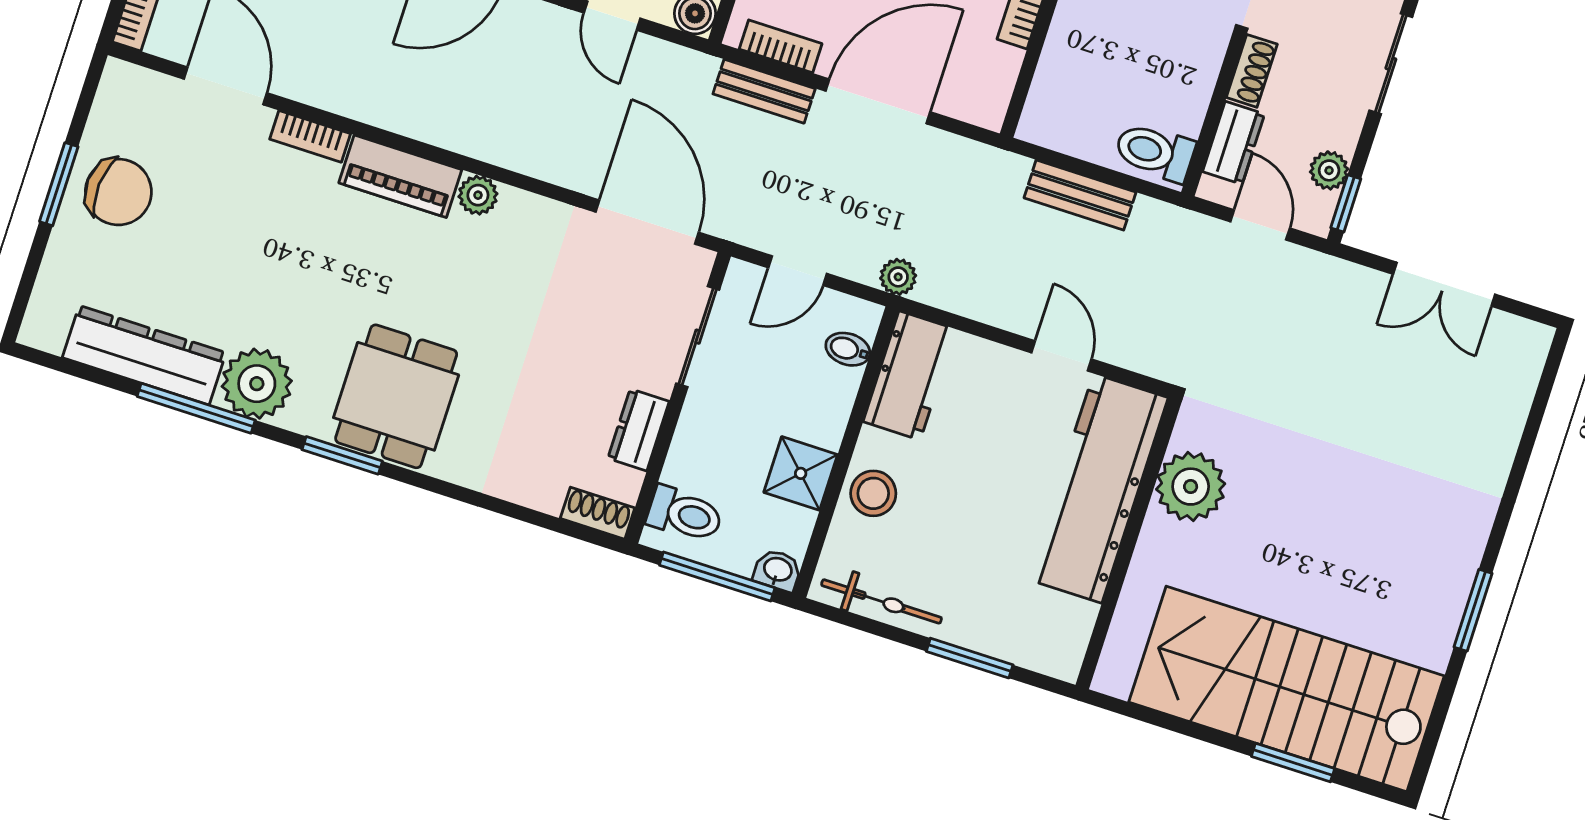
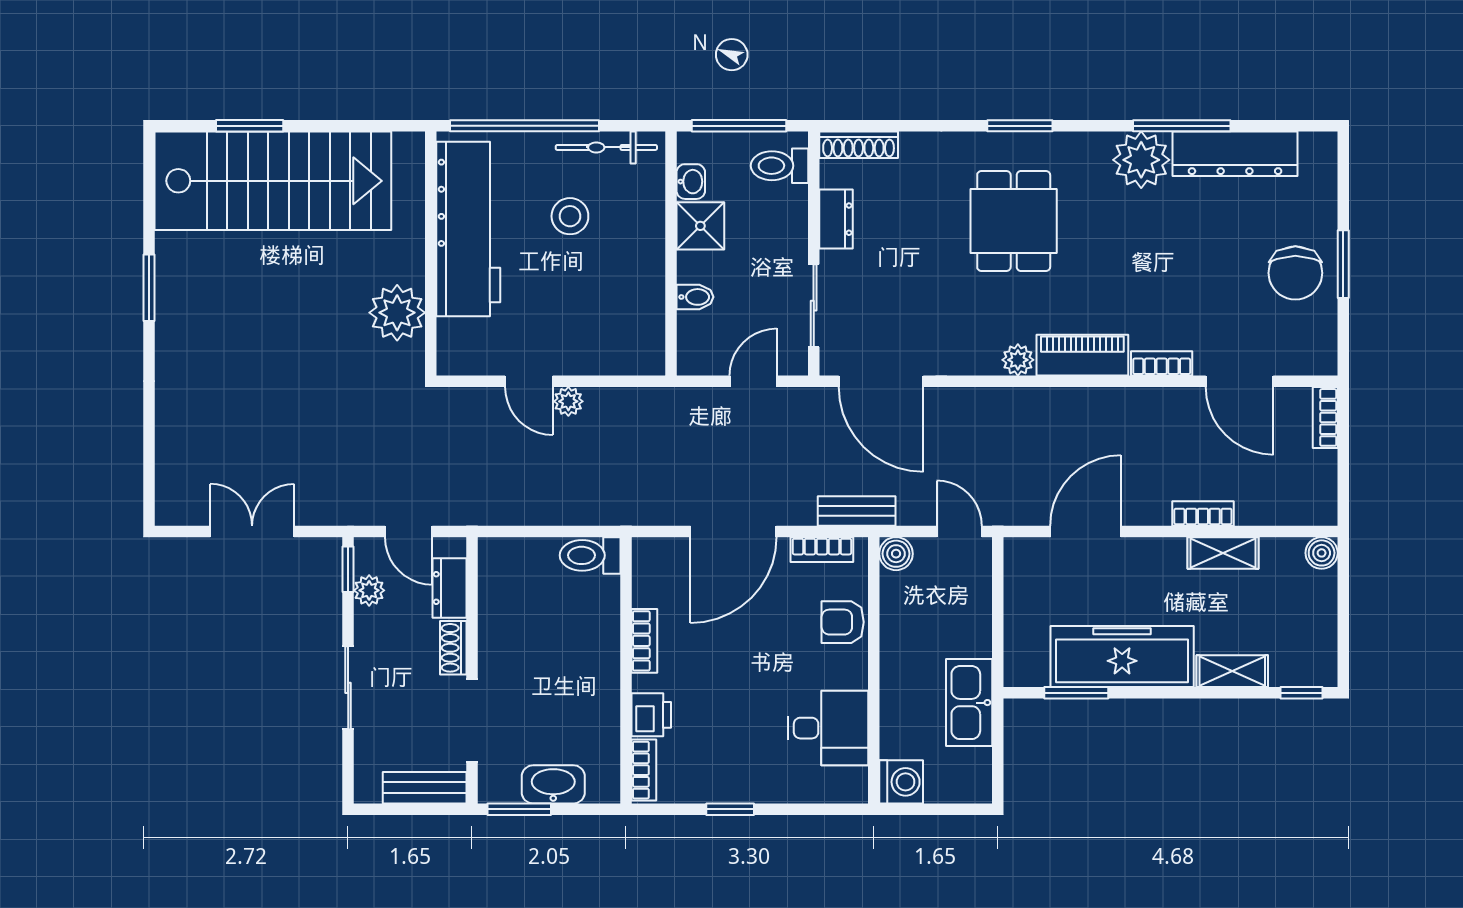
bench: (764, 91) -> (857, 511), moved
toilet: (1155, 152) -> (590, 555), moved, turned 180
chair: (118, 192) -> (1295, 273), turned -94
bench: (1080, 195) -> (555, 510), removed
plant: (898, 277) -> (568, 401), moved
bidet: (848, 349) -> (695, 297), moved
workbench: (910, 375) -> (641, 328), removed
dining table: (396, 396) -> (1014, 221), moved
window: (342, 455) -> (1020, 126), moved
workbench: (1098, 488) -> (468, 229), moved
stool: (873, 493) -> (570, 216), moved
shoe rack: (598, 513) -> (859, 145), width x1.43
washbasin: (778, 570) -> (691, 182), moved, turned -90
window: (970, 658) -> (524, 126), width x2.11

